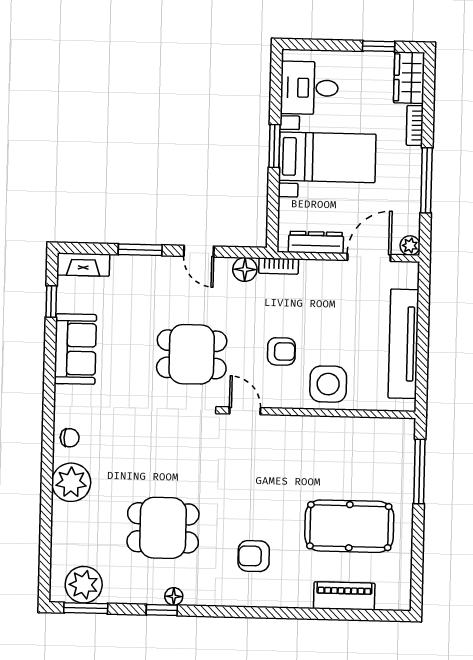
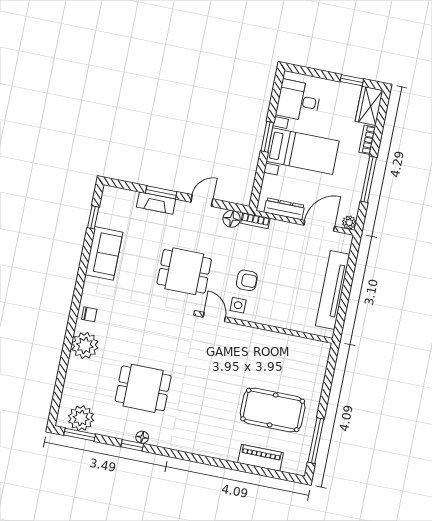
door: (199, 251) -> (202, 201), swing flipped
fireplace: (83, 265) -> (156, 203), moved
side table: (328, 384) -> (238, 305), moved, width x0.54, depth x0.54
window: (419, 471) -> (316, 441), moved
armchair: (254, 556) -> (203, 419), removed

